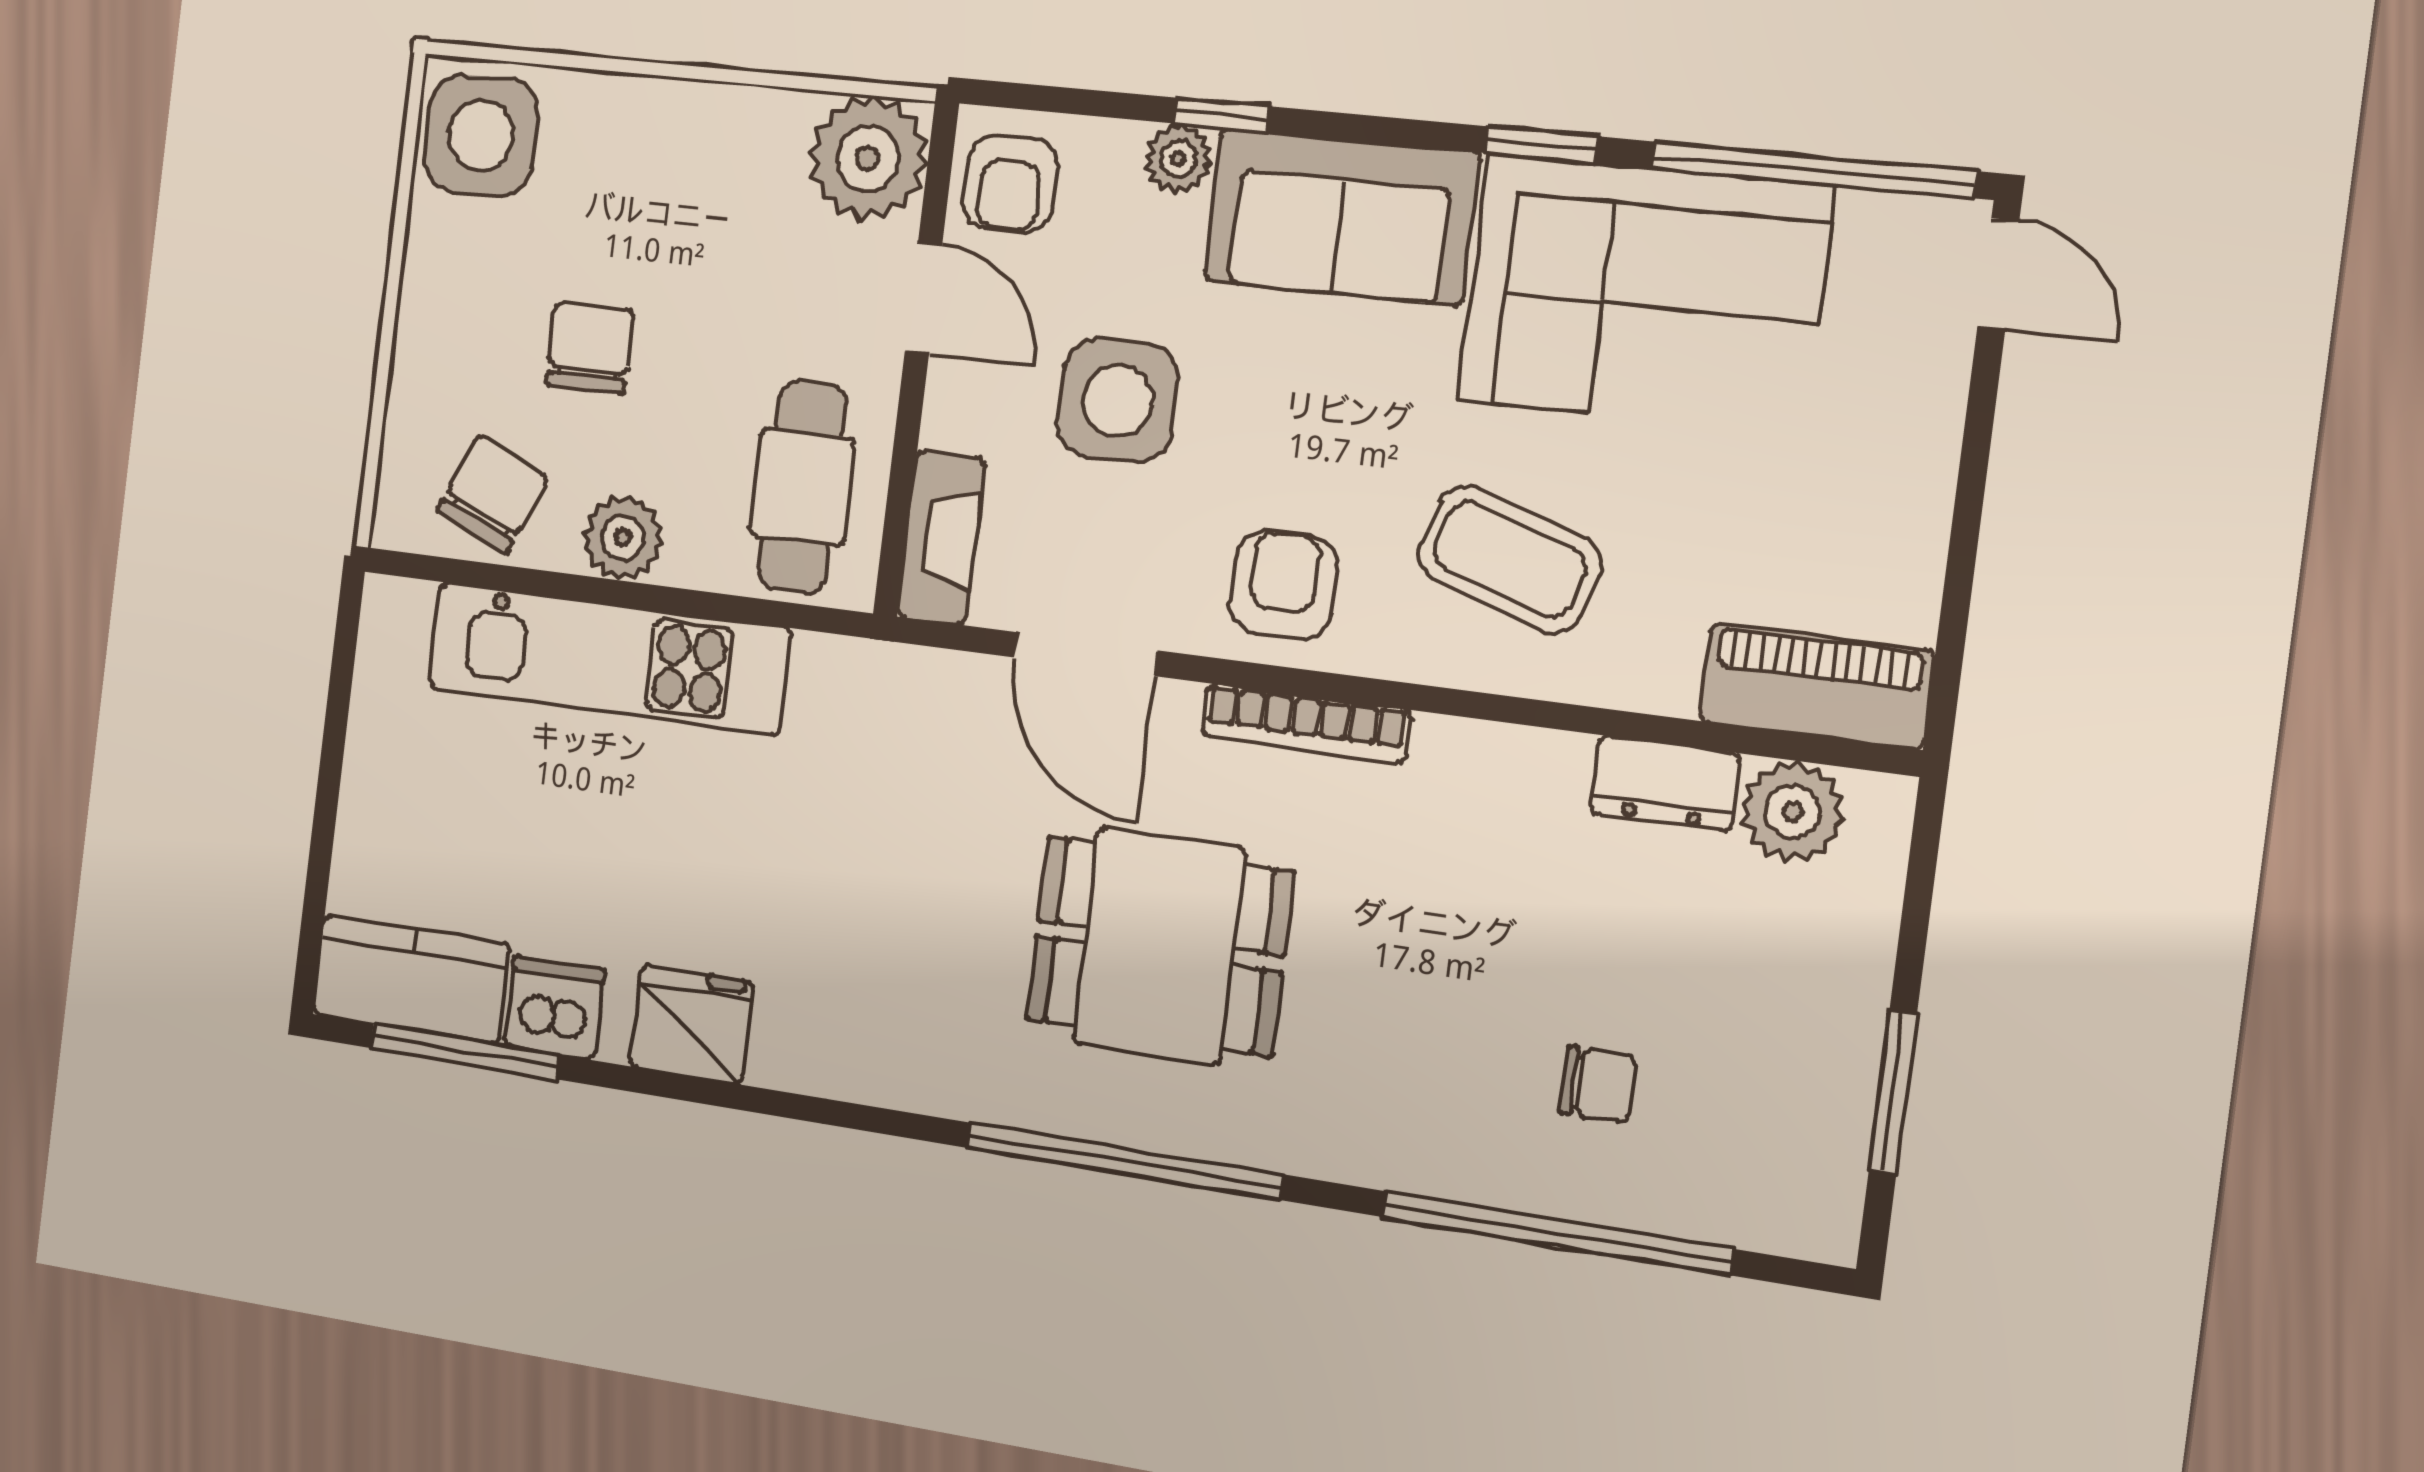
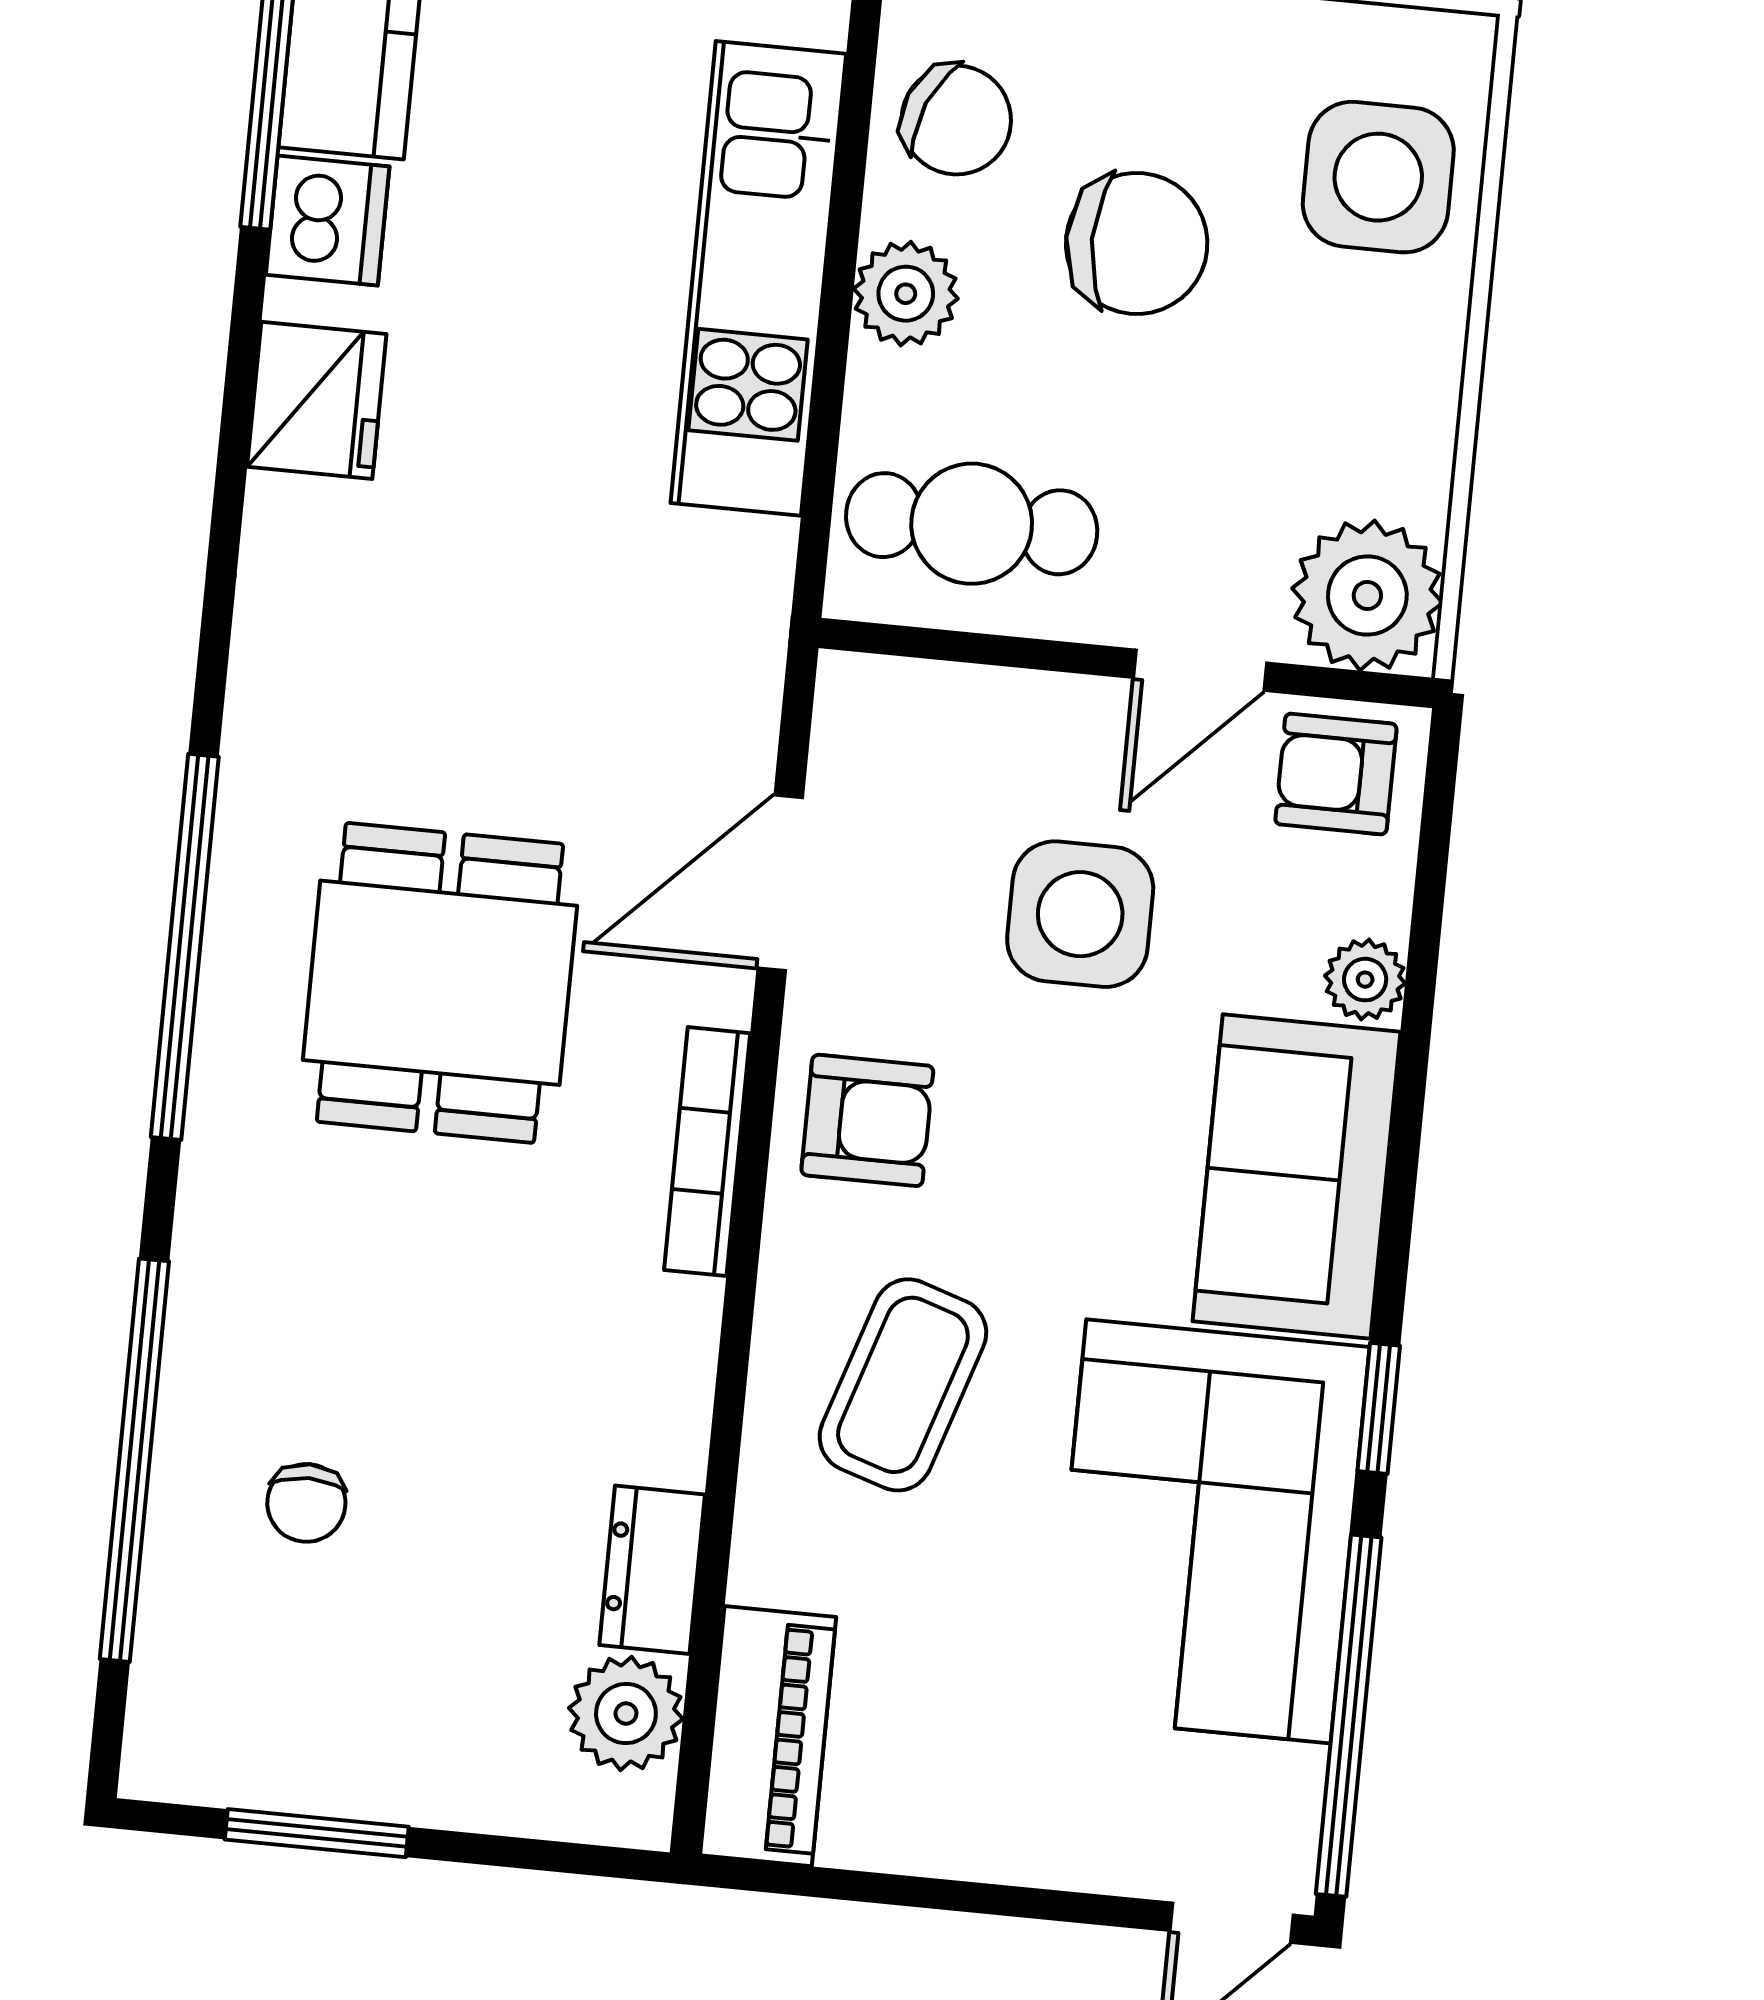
window: (1222, 115) -> (1416, 1030), removed
side table: (481, 135) -> (1378, 177), moved
chair: (590, 348) -> (1137, 243), width x1.37, depth x1.37
fireplace: (941, 538) -> (914, 700), removed

